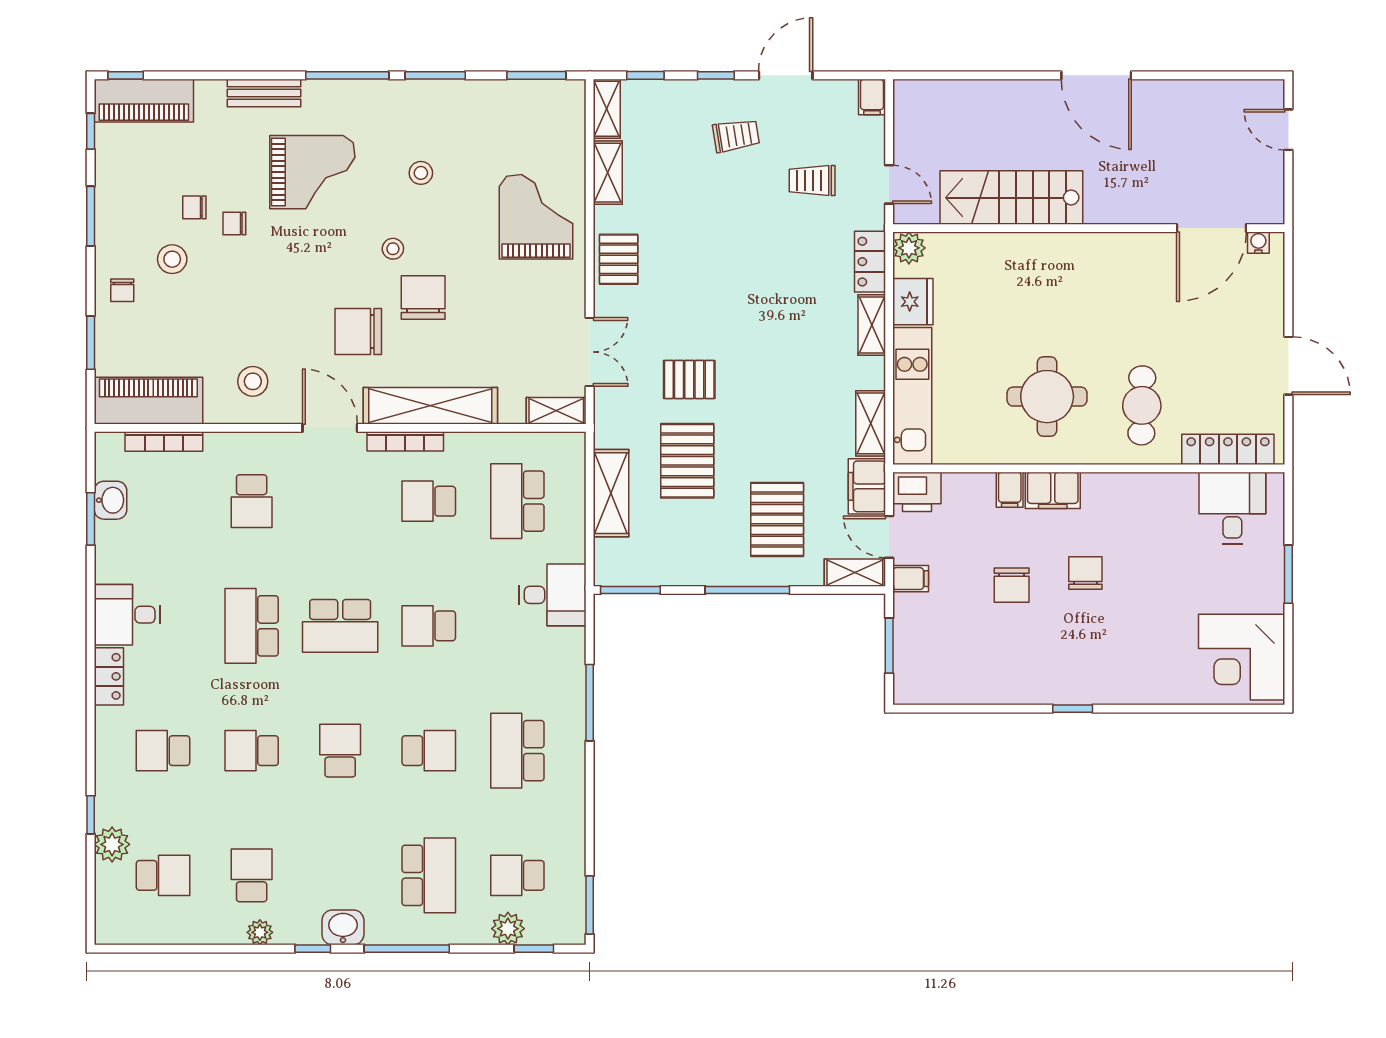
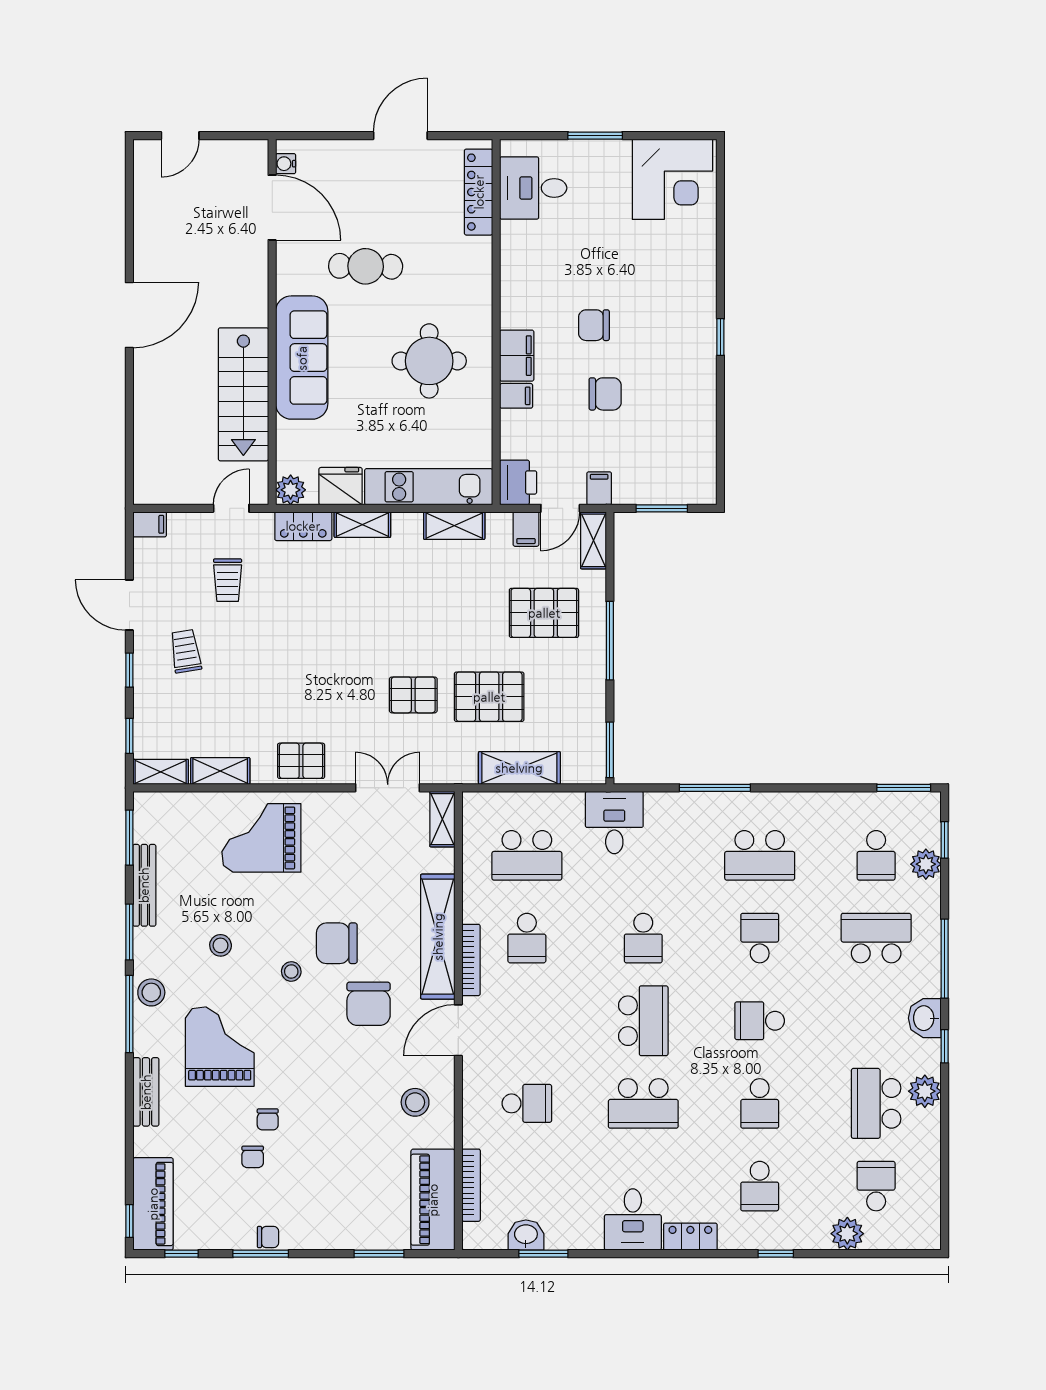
bench: (485, 91) -> (144, 885), added
stool: (172, 259) -> (151, 992), moved
sofa: (1051, 260) -> (302, 358), added
chair: (122, 290) -> (268, 1237), moved
pallet: (689, 379) -> (413, 695), turned 90
cafe table: (1142, 405) -> (366, 266), moved
filing cabinet: (867, 486) -> (526, 529), width x0.50
window: (91, 815) -> (776, 1254), moved
school desk: (252, 875) -> (876, 1103), width x1.85
plant: (260, 932) -> (925, 1091), width x1.38, depth x1.38

